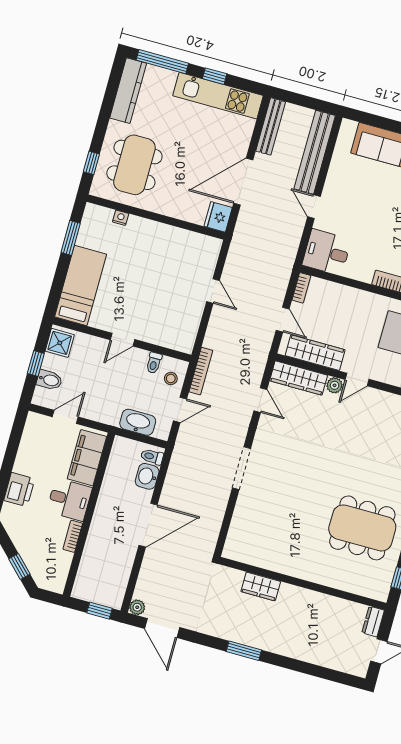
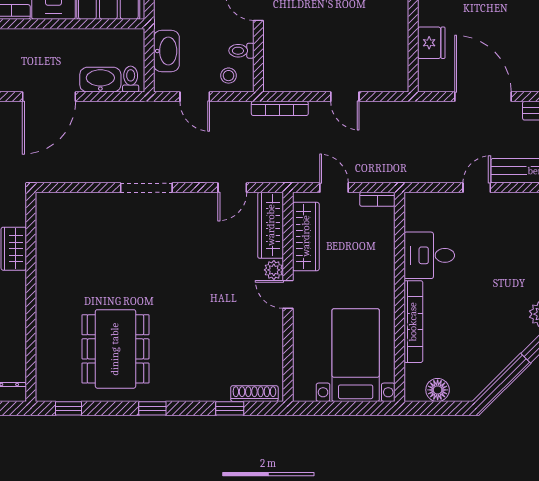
fridge: (218, 217) -> (431, 43), moved, turned 90
desk: (327, 252) -> (429, 255), moved, turned -90
door: (213, 291) -> (345, 97), hinge flipped
door: (283, 320) -> (334, 188), swing flipped
bookcase: (201, 371) -> (280, 108), moved
washbasin: (147, 476) -> (100, 80), width x1.38
door: (148, 525) -> (49, 97), hinge flipped

